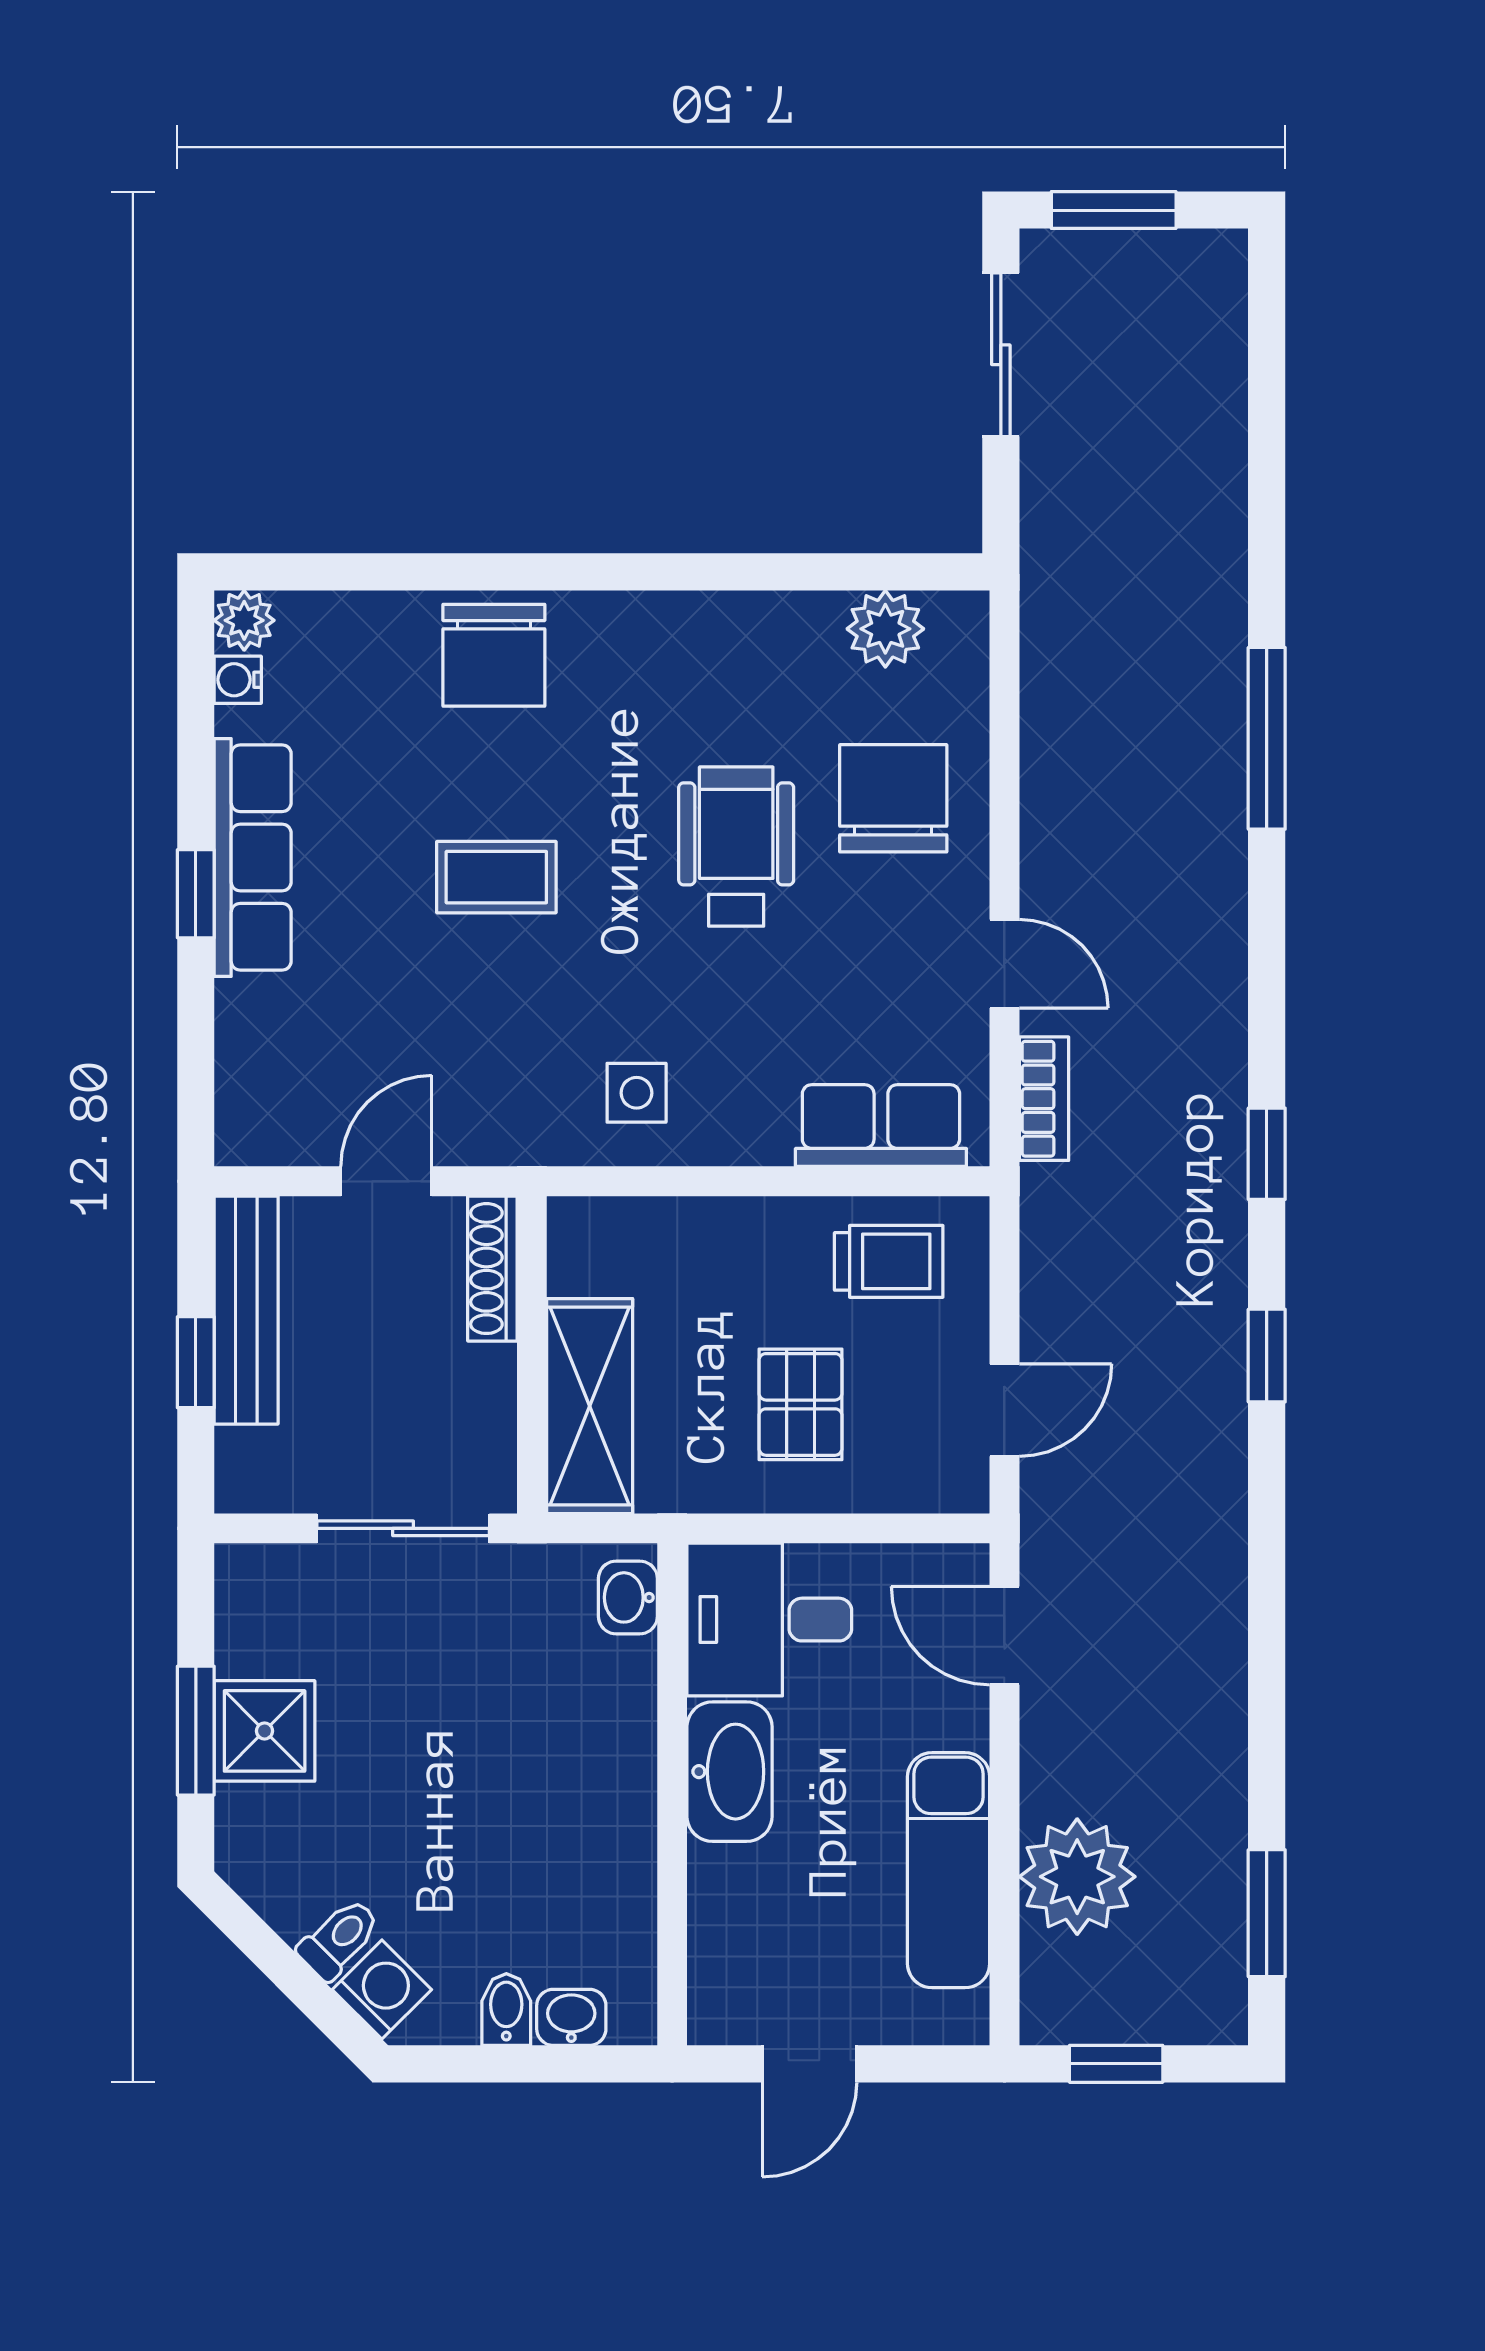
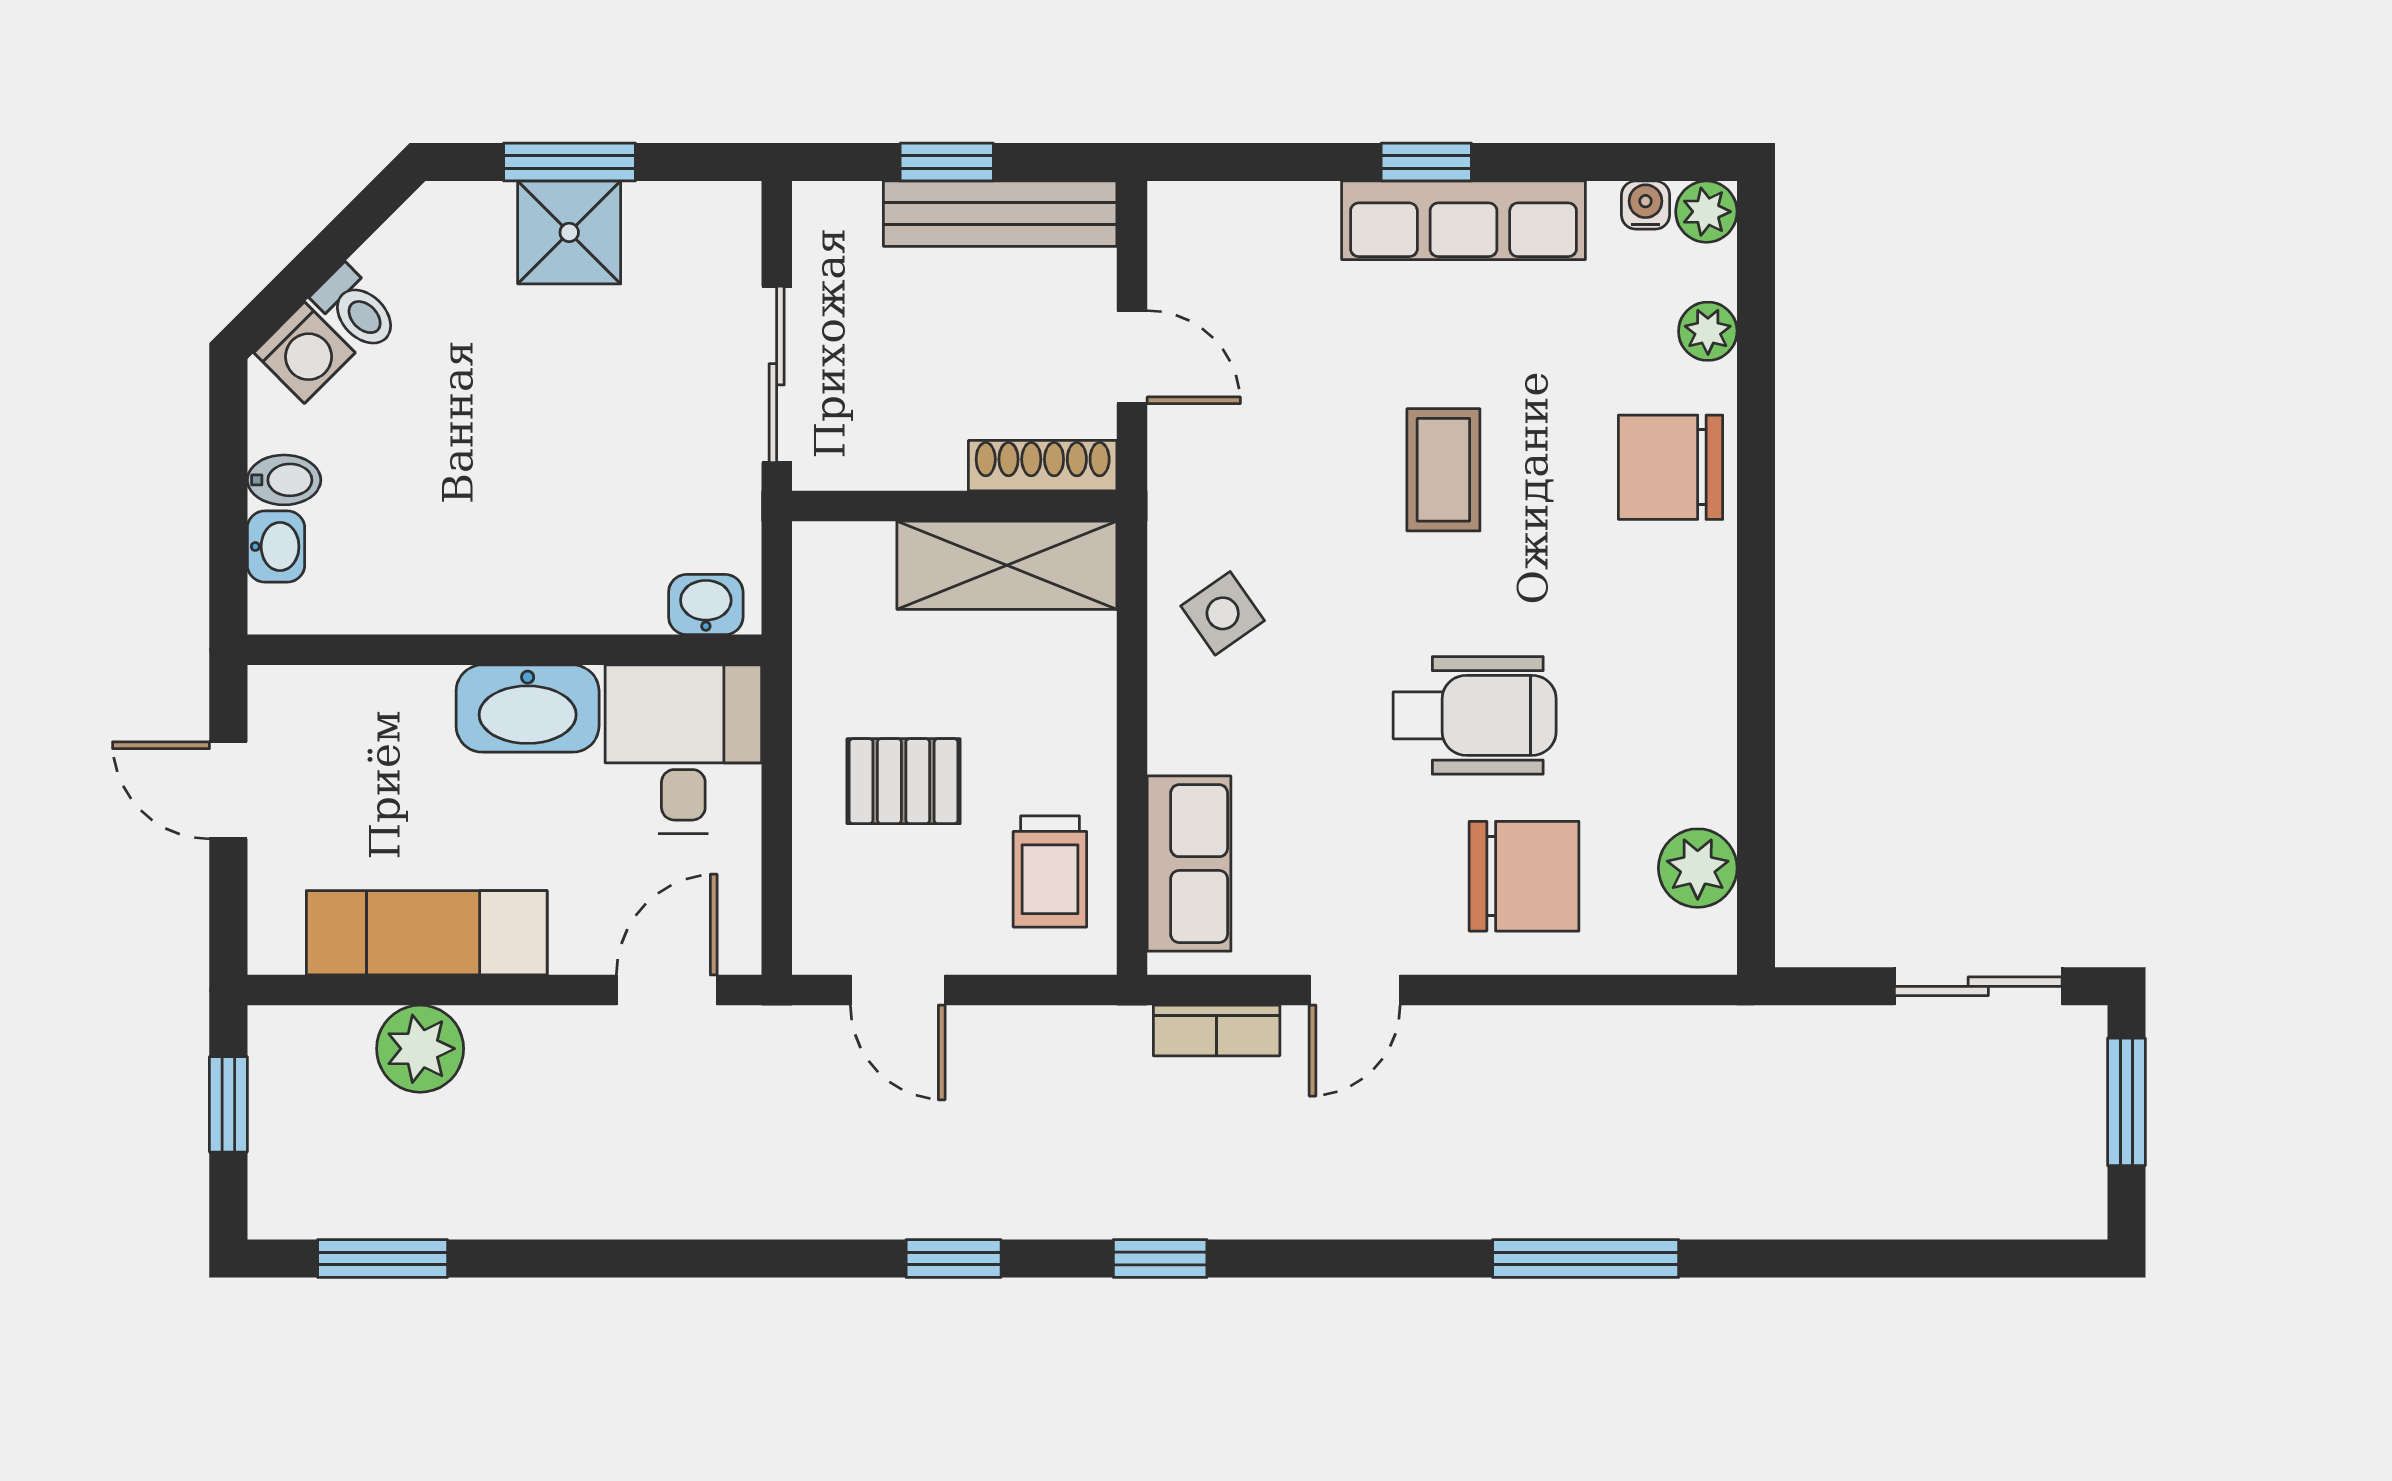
plant: (361, 619) -> (1708, 331), added
side table: (637, 1093) -> (1223, 613), turned -35
shelving: (590, 1406) -> (1007, 565), moved
plant: (1077, 1877) -> (420, 1049), width x0.73, depth x0.73

